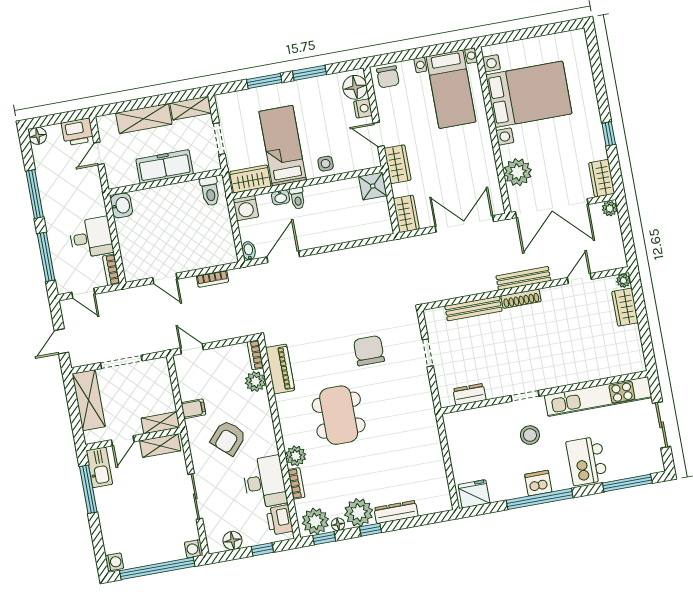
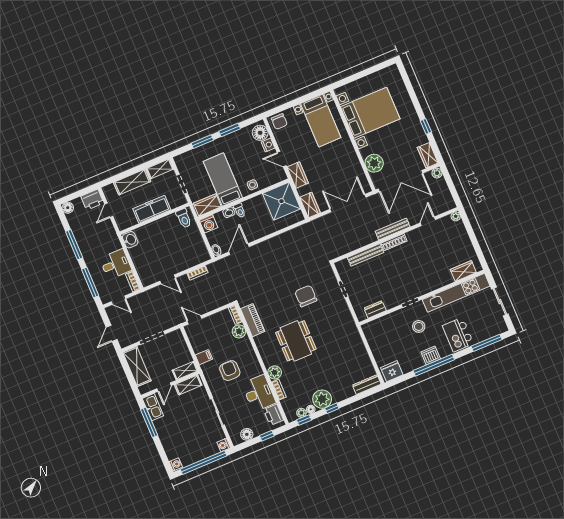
shower: (373, 186) -> (281, 201), width x1.86, depth x1.86
wardrobe: (625, 307) -> (463, 271), moved, turned 90
armchair: (228, 438) -> (230, 371), turned 138
dresser: (396, 512) -> (367, 385), moved
plant: (315, 521) -> (301, 413), width x0.53, depth x0.53

